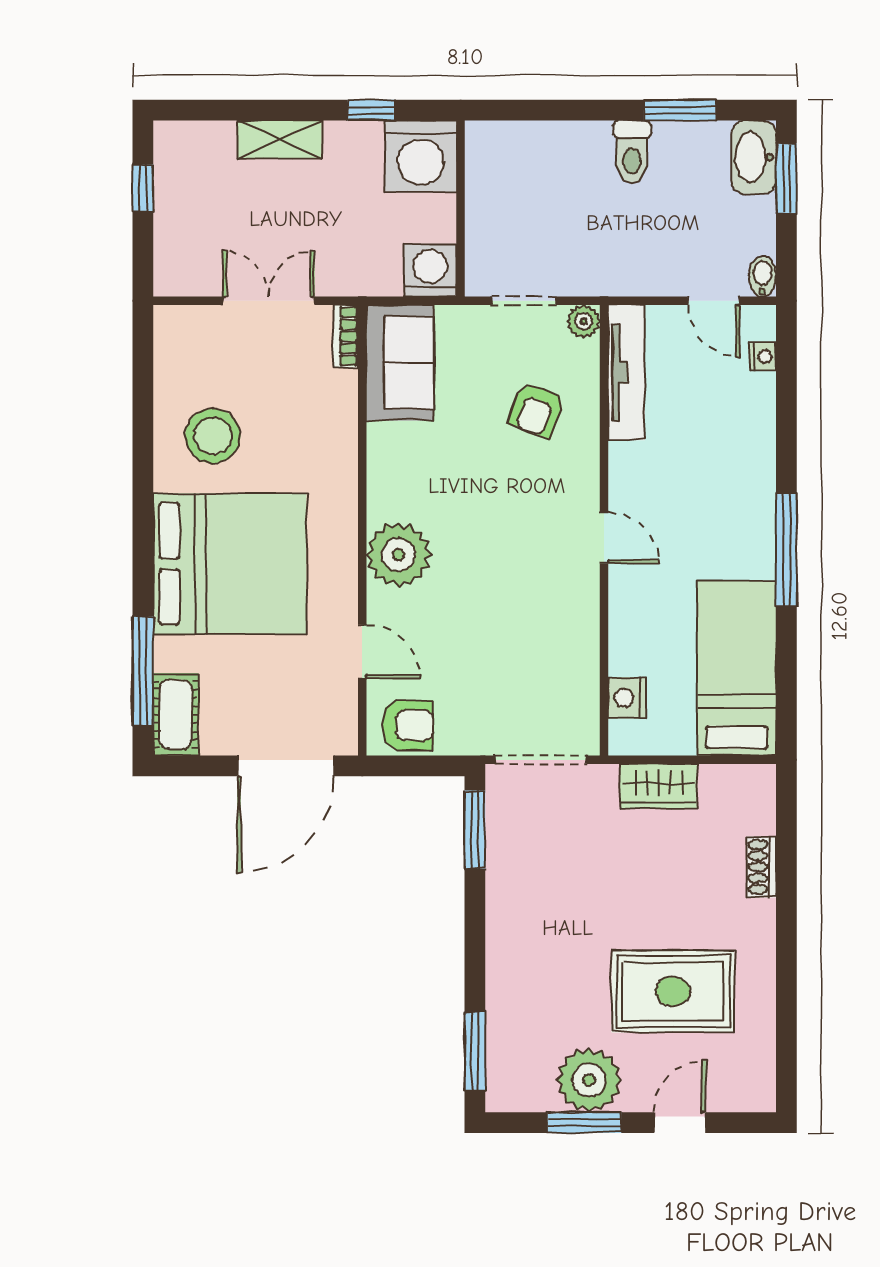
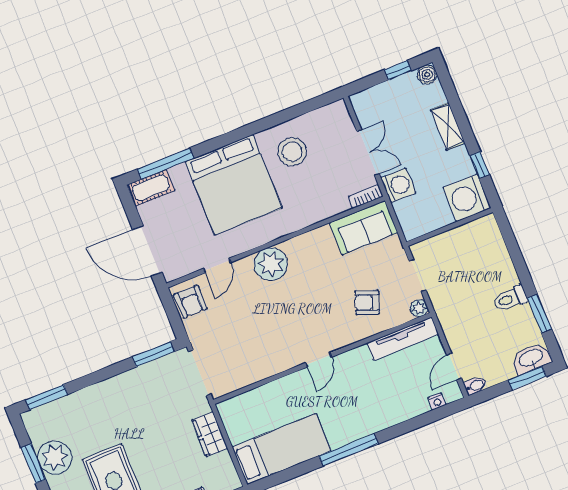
boiler: (172, 139) -> (427, 74), added
washing machine: (430, 270) -> (398, 185), moved
nightstand: (627, 698) -> (246, 402), removed

